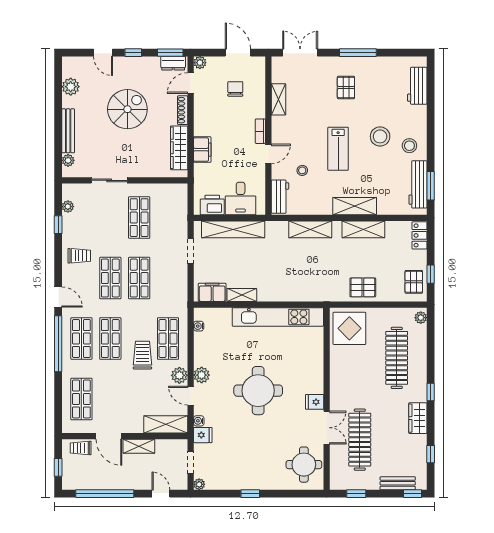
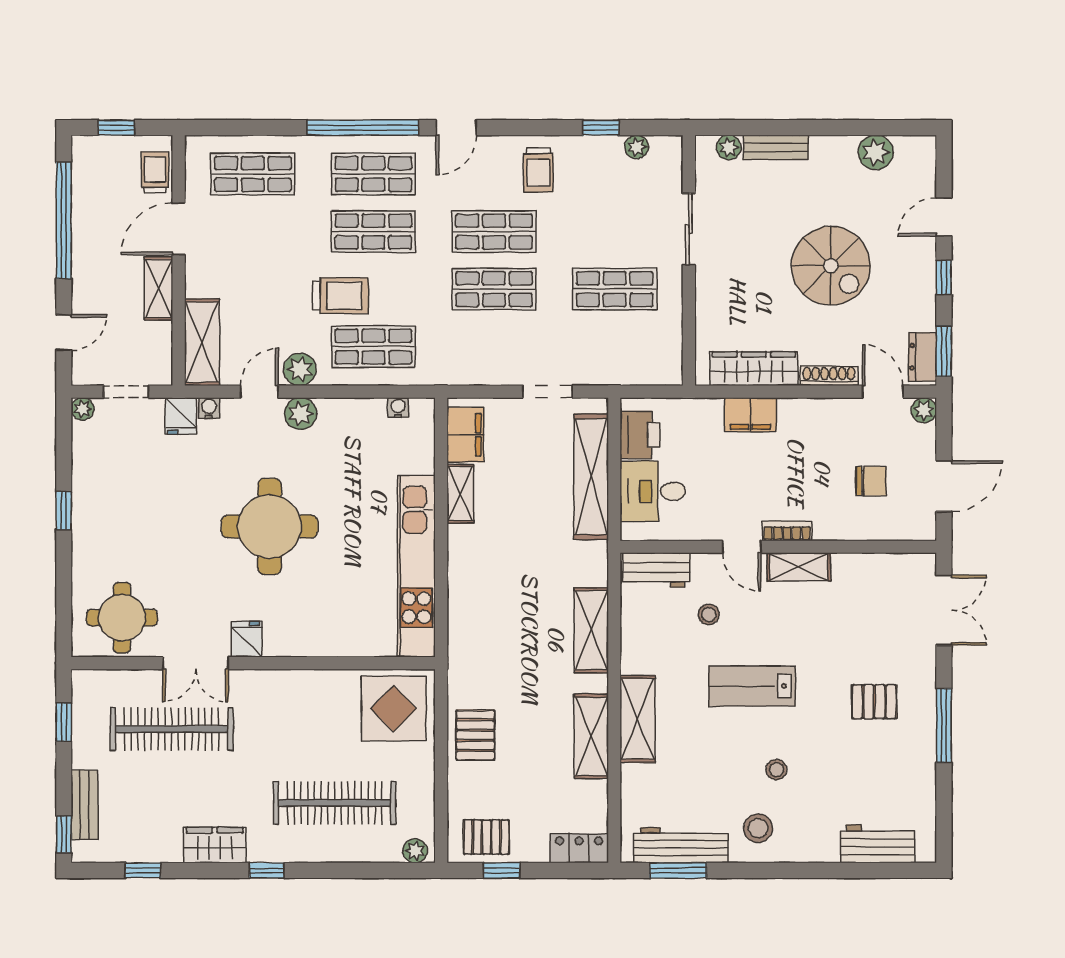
shelving: (278, 99) -> (799, 567), moved
bench: (68, 131) -> (776, 147), width x0.73
stool: (380, 136) -> (776, 770), width x0.53, depth x0.53

